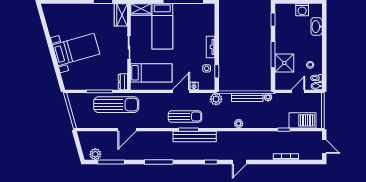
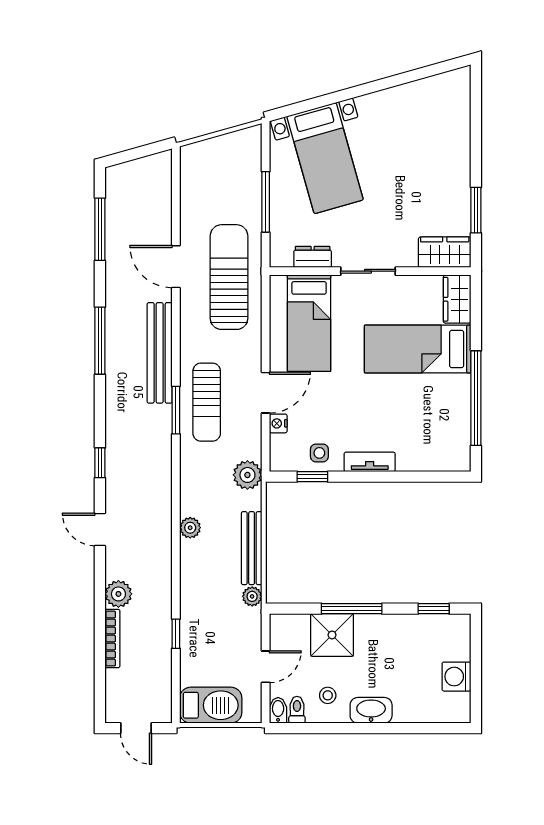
washbasin: (317, 27) -> (371, 710), moved
bed with nightstands: (76, 49) -> (325, 158), moved
dresser: (123, 82) -> (313, 257), moved
door: (181, 91) -> (266, 393), hinge flipped
door: (298, 91) -> (266, 667), hinge flipped
sun lounger: (116, 105) -> (229, 277), moved, turned 180
barbecue: (303, 120) -> (211, 705), moved, turned -90
bench: (195, 137) -> (160, 353), moved
door: (324, 147) -> (136, 728), hinge flipped
plant: (95, 154) -> (118, 594), moved

